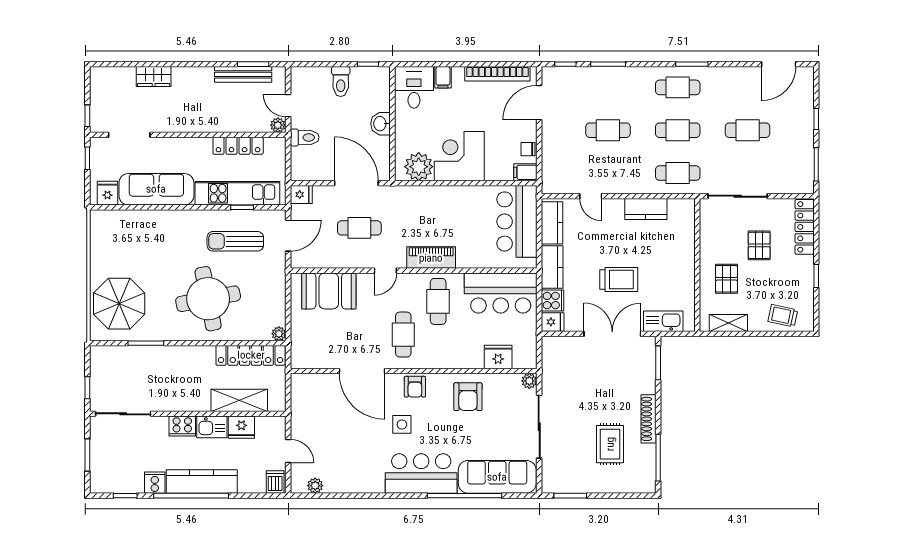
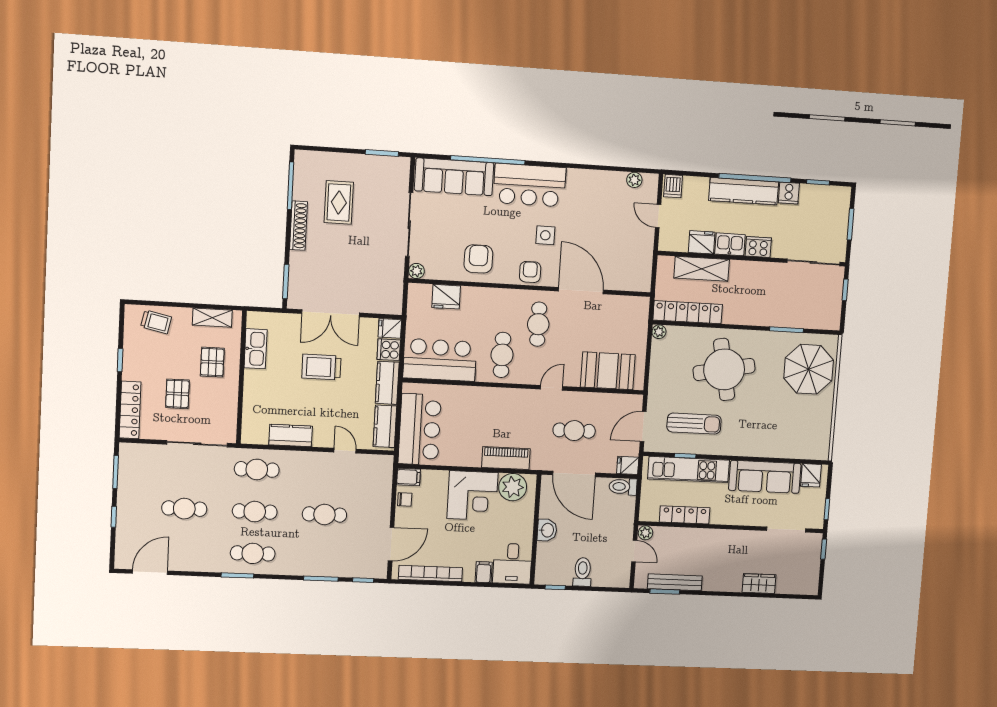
toilet: (305, 137) -> (623, 487), moved
piano: (431, 258) -> (506, 458), moved, turned 180
kitchen sink: (663, 321) -> (256, 349), moved, turned -90

